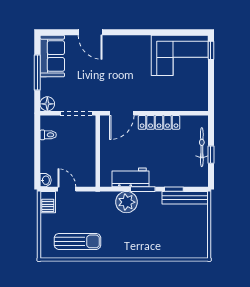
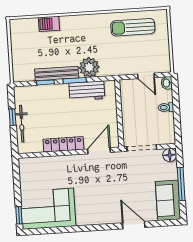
toilet: (48, 135) -> (166, 107), moved
bench: (185, 198) -> (57, 74), moved
barbecue: (48, 202) -> (49, 24), moved, turned -90

